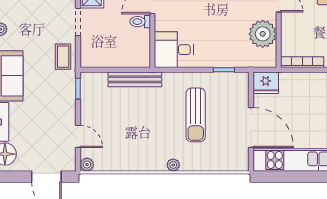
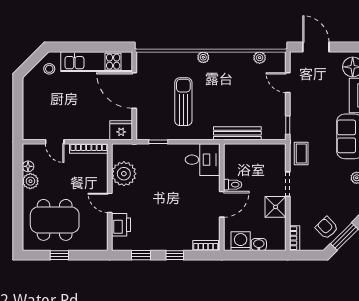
plant: (87, 165) -> (260, 58), moved

